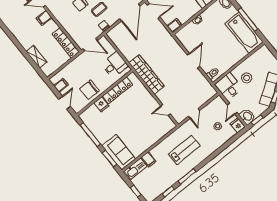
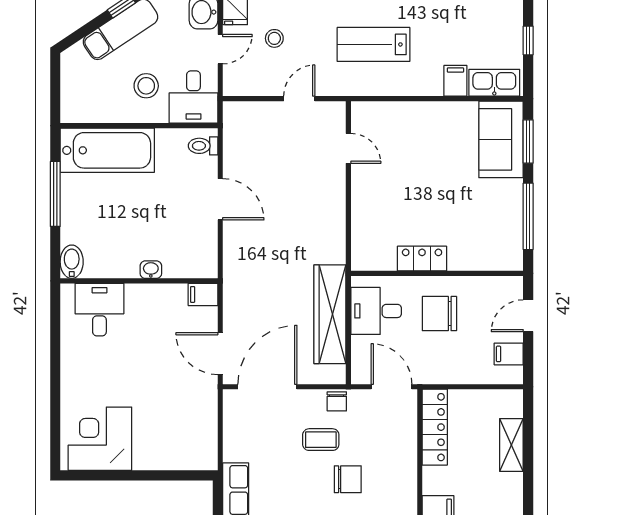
bathtub: (244, 33) -> (107, 150), moved, turned 90
door: (194, 61) -> (220, 199), swing flipped
wardrobe: (147, 74) -> (330, 314), moved
chair: (90, 90) -> (439, 314), moved, turned 180
locker: (118, 90) -> (422, 259), width x0.66
fridge: (102, 104) -> (461, 257), removed

